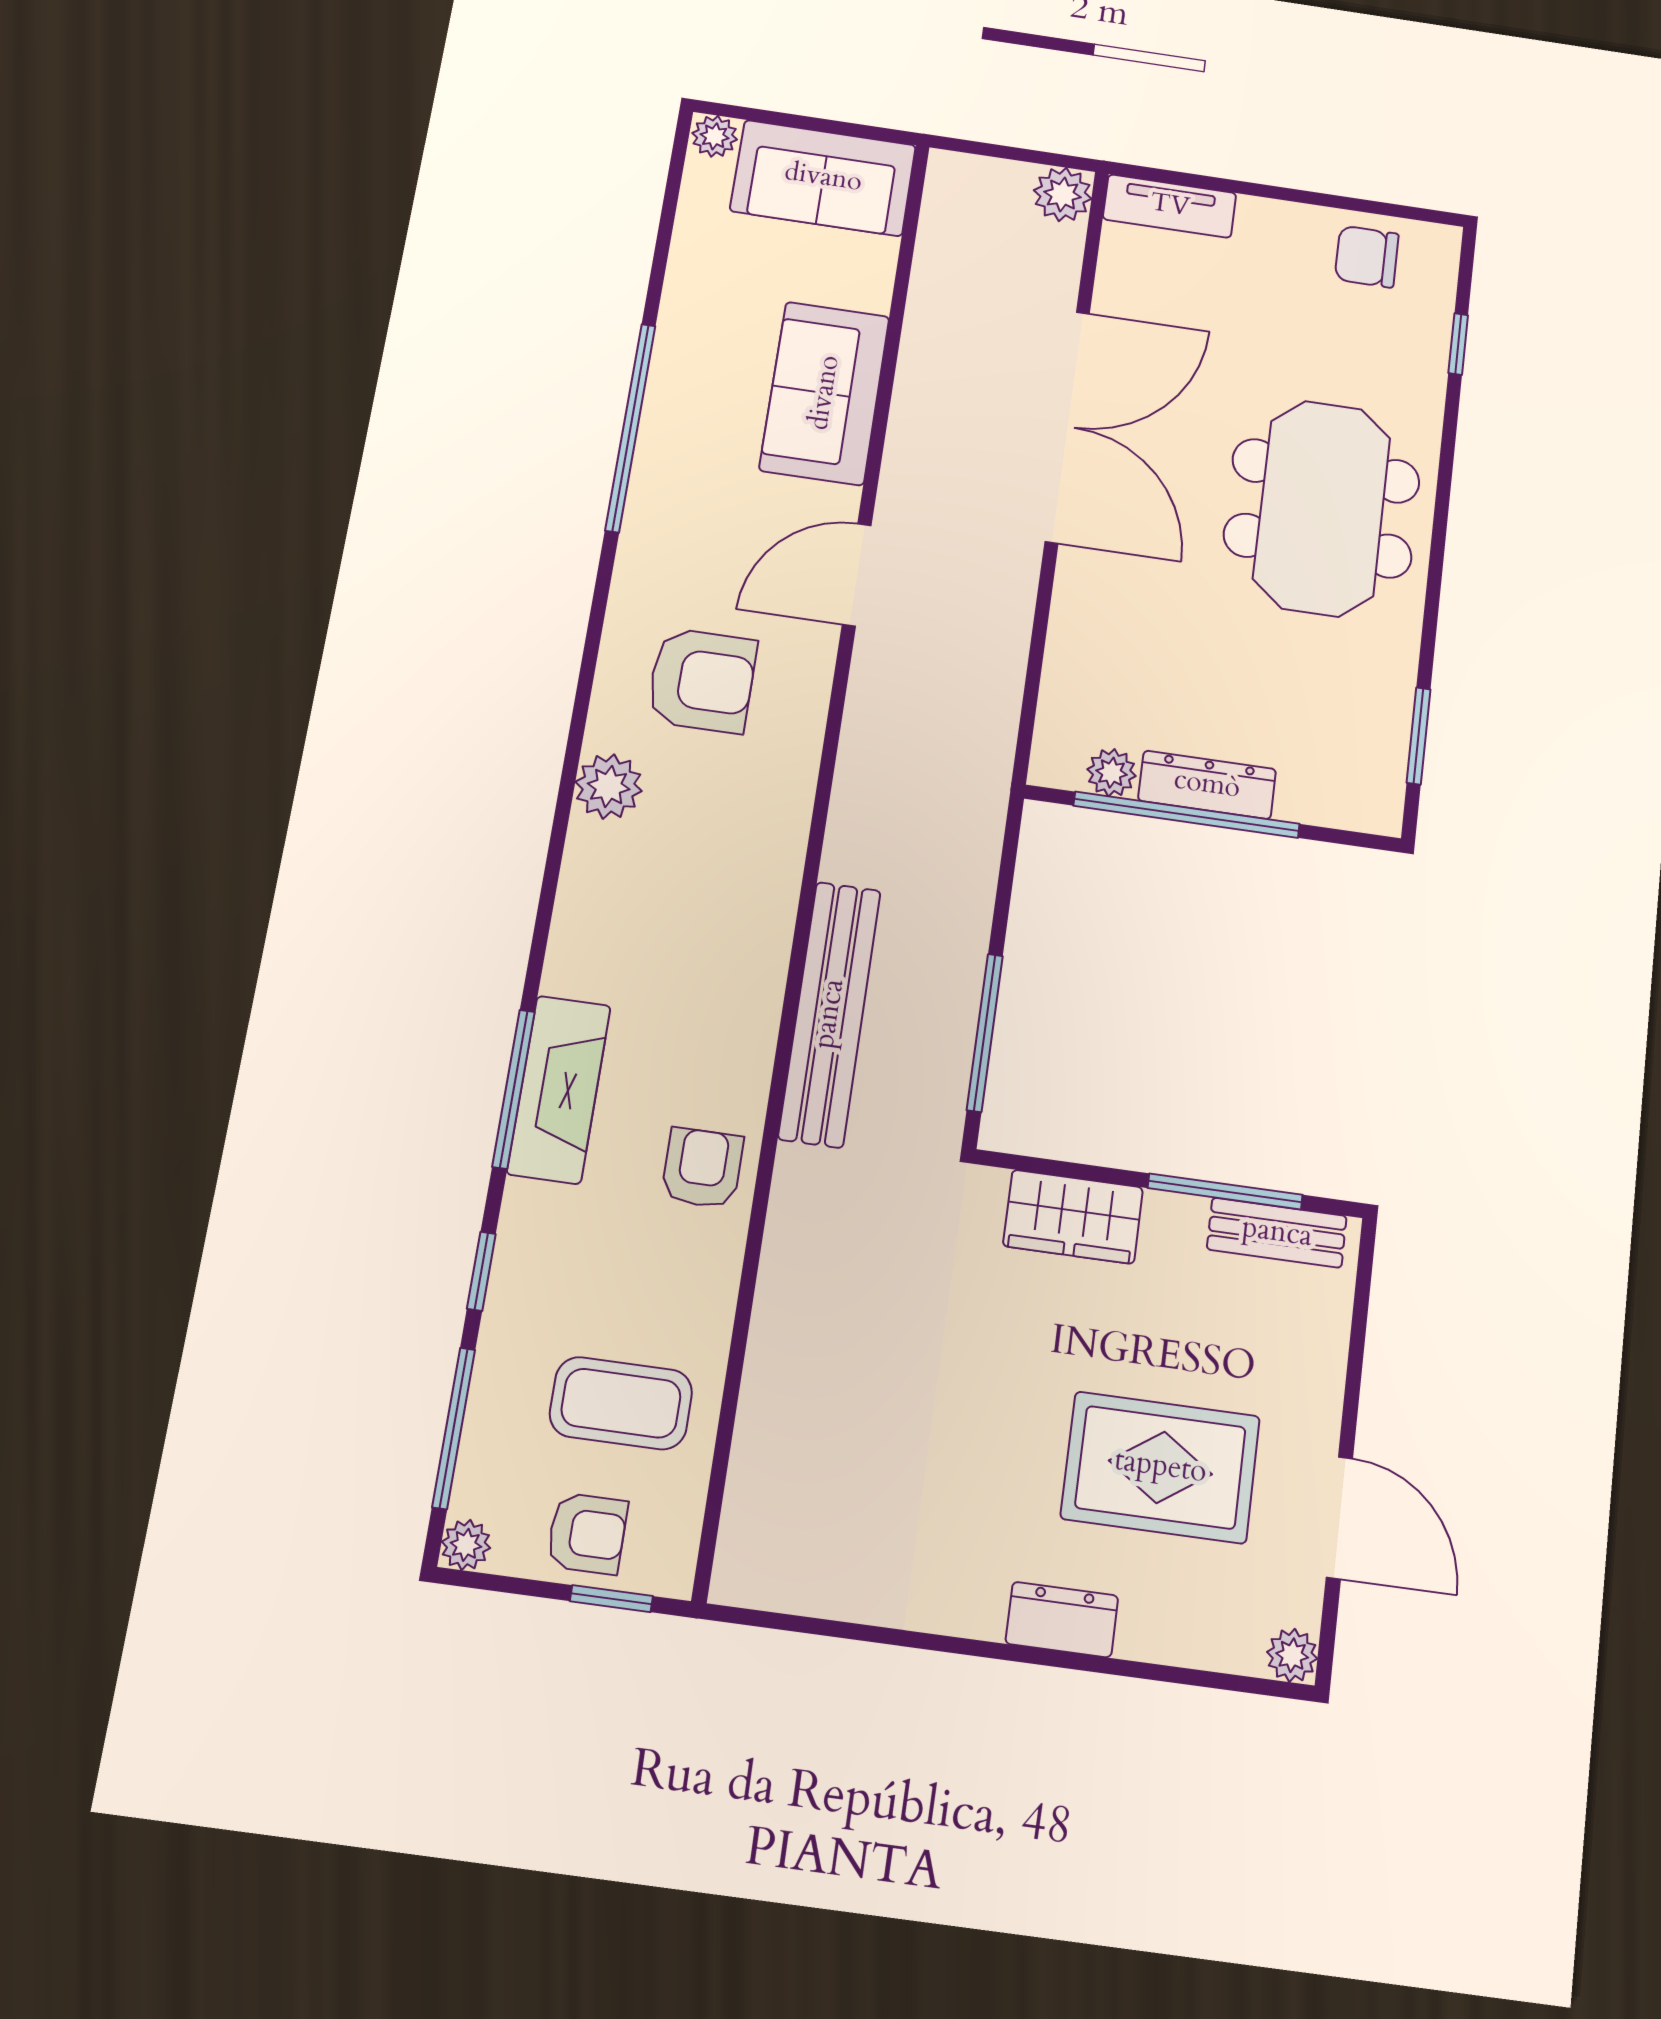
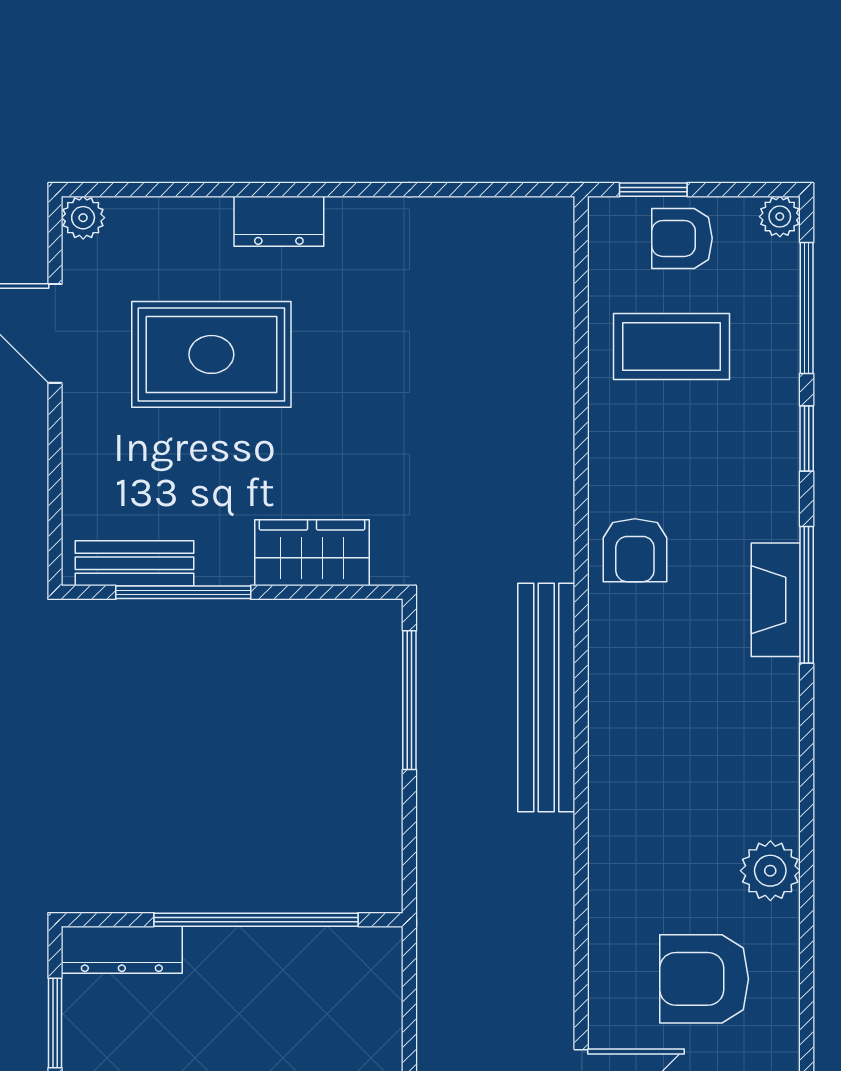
plant: (1112, 773) -> (328, 948), removed
dresser: (1207, 785) -> (122, 950), moved
fireplace: (559, 1089) -> (776, 600), width x0.73, depth x0.76

